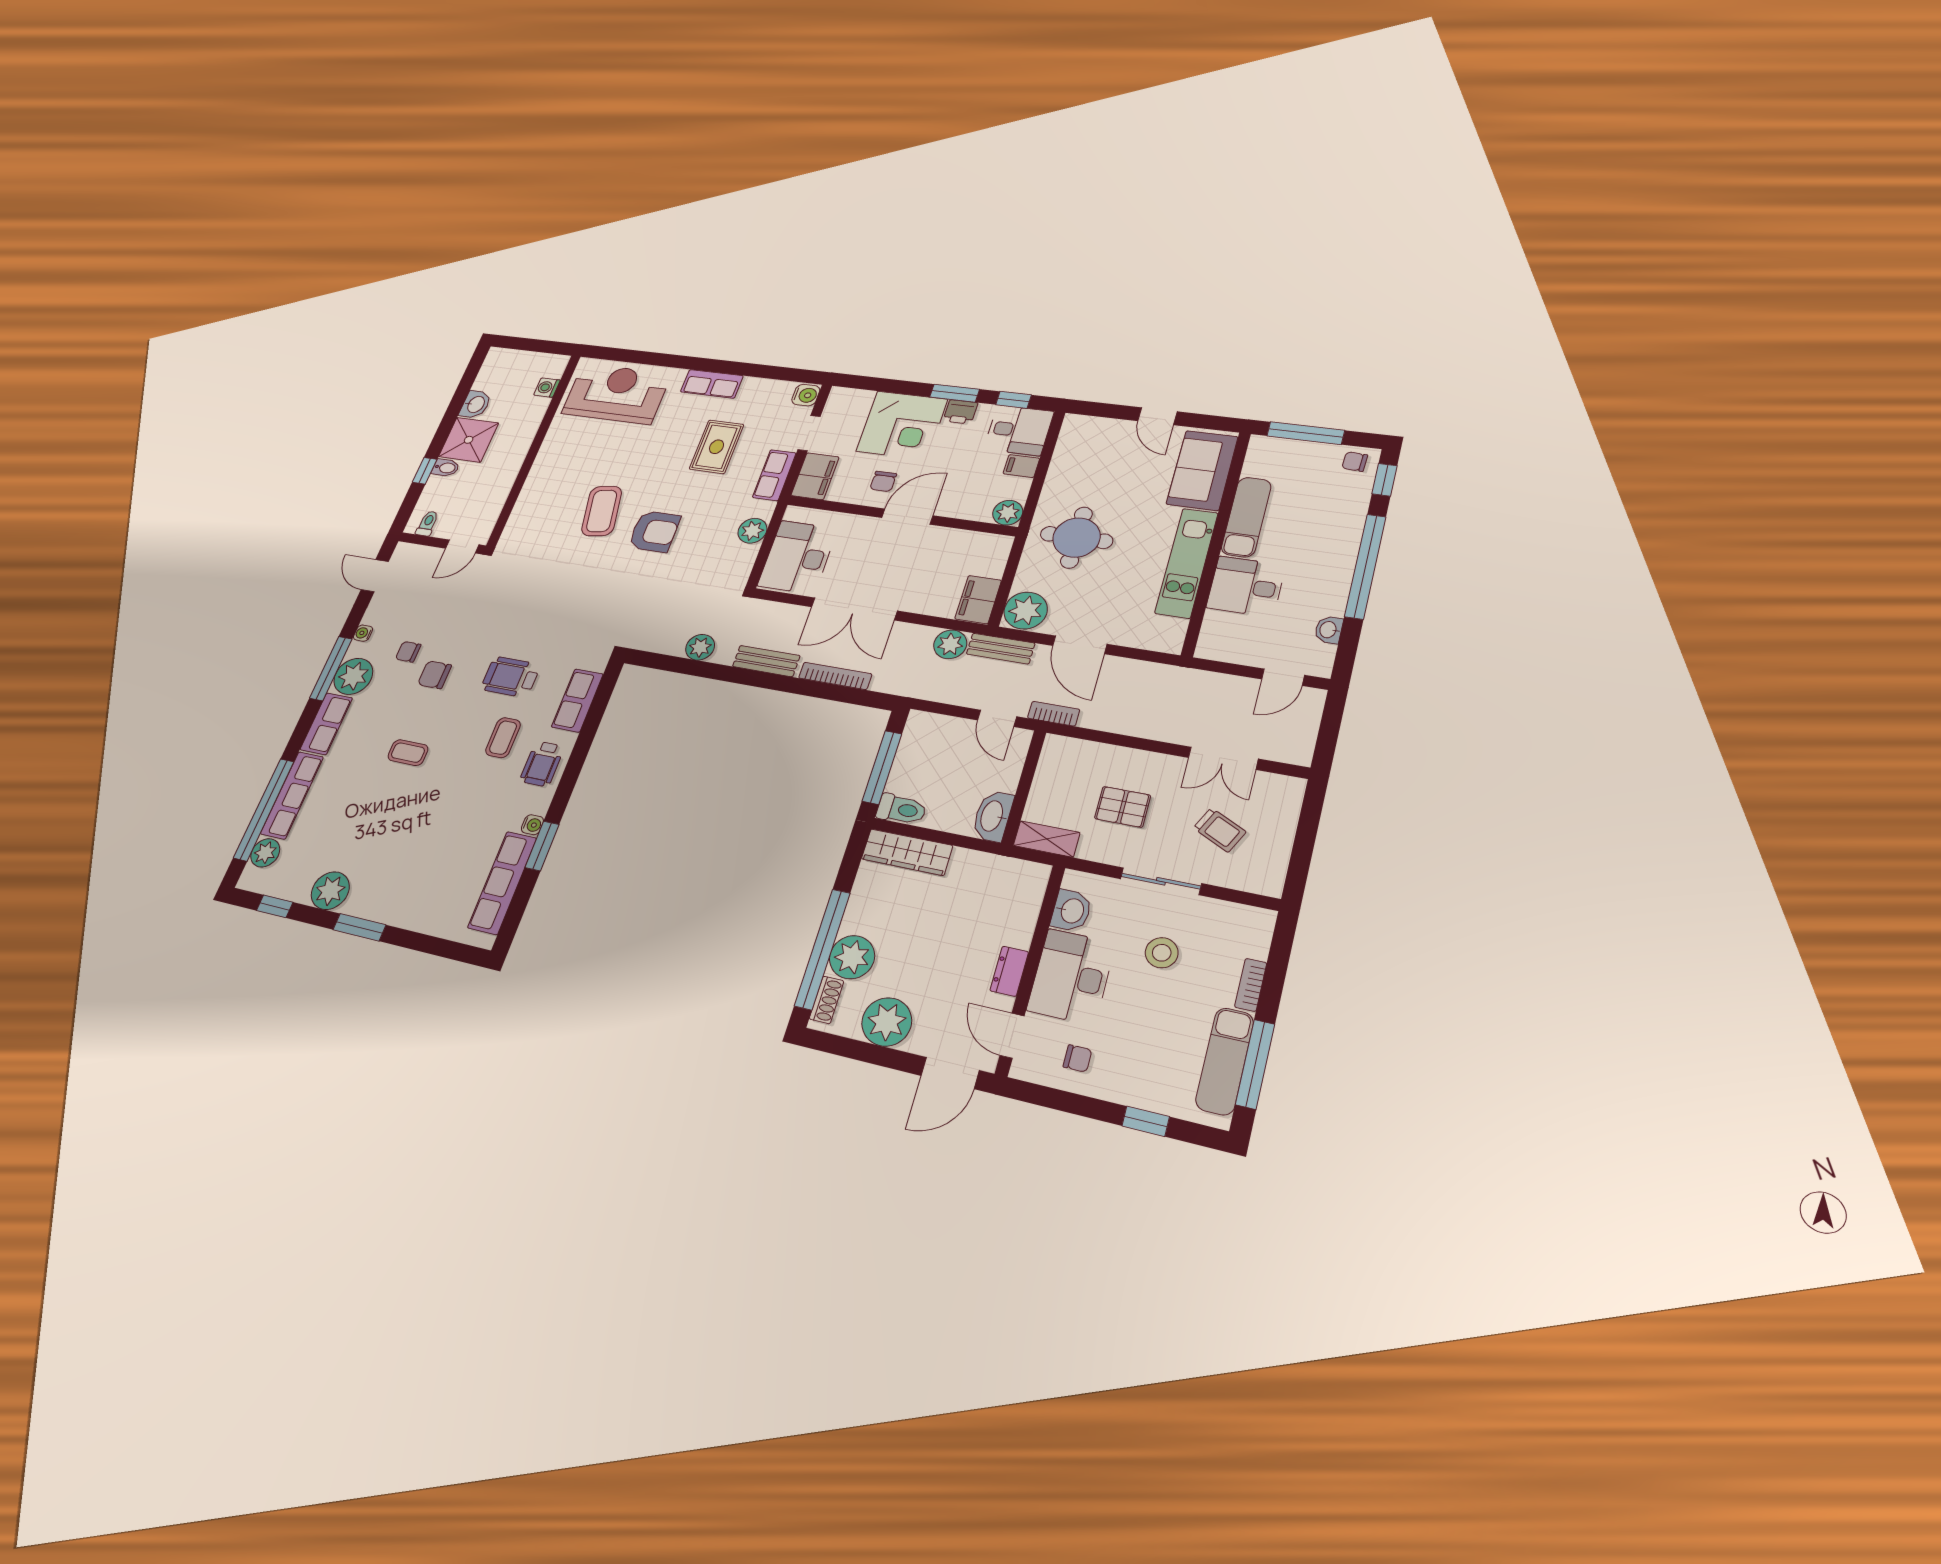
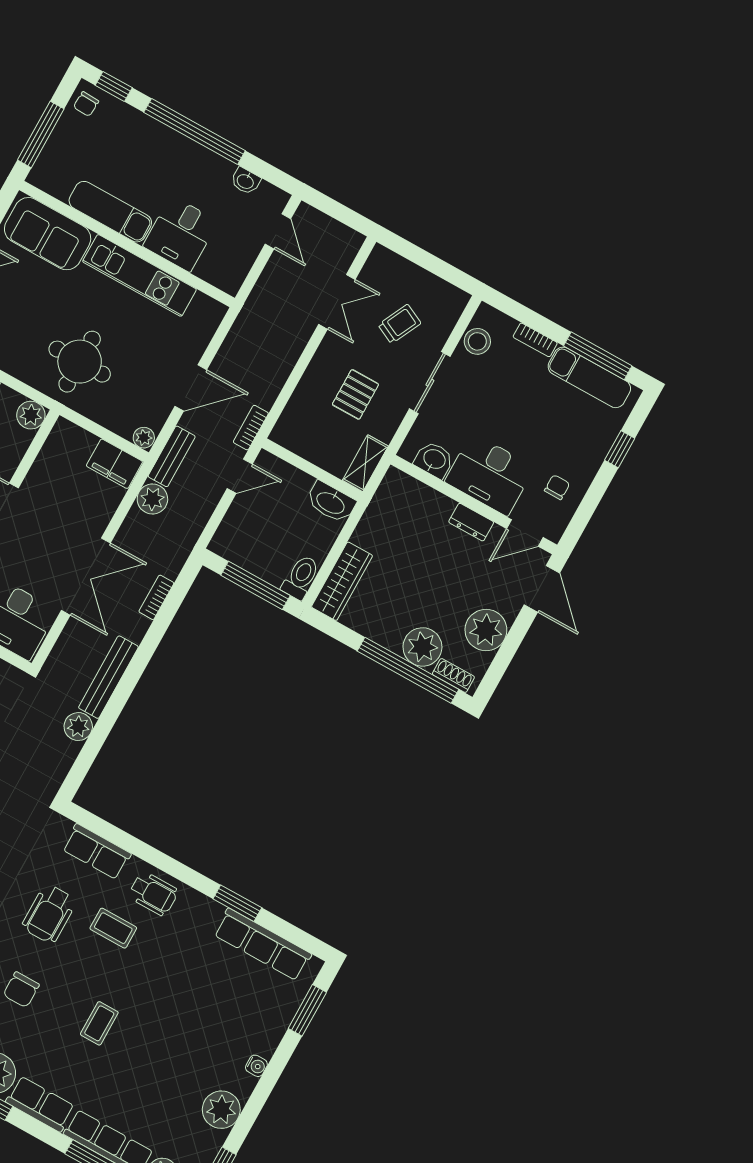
plant: (1026, 611) -> (144, 438), width x0.53, depth x0.53
bench: (766, 661) -> (108, 677), width x1.36
bookcase: (835, 676) -> (156, 597), width x0.64
water cooler: (532, 825) -> (256, 1066), moved, turned 90
window: (359, 927) -> (307, 1010), moved
stool: (1162, 953) -> (477, 341), moved

